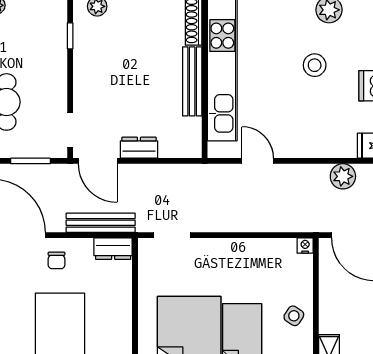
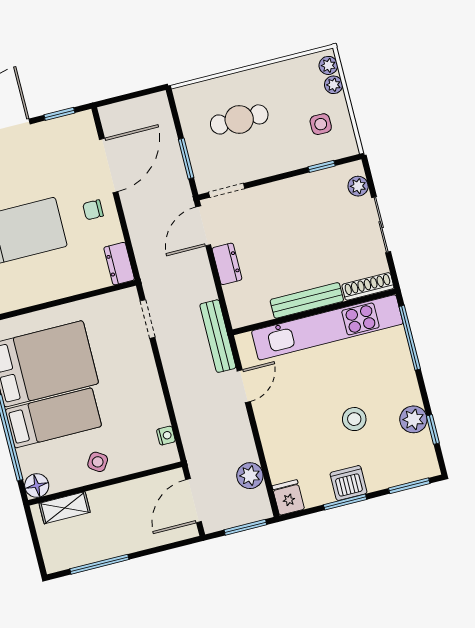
side table: (30, 27) -> (321, 124), added
bench: (101, 223) -> (218, 336), moved
nightstand: (305, 246) -> (166, 436), moved

